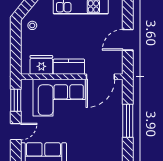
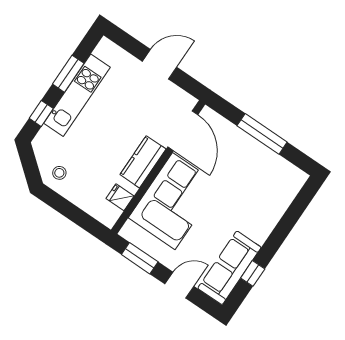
door: (128, 40) -> (160, 64), swing flipped
fridge: (41, 65) -> (120, 197), width x0.53, depth x0.75
door: (16, 132) -> (179, 285), hinge flipped

